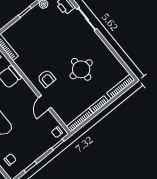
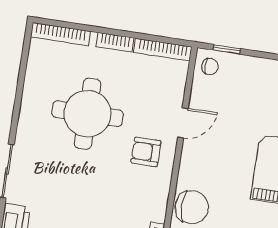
round table: (81, 69) -> (88, 114), width x1.36, depth x1.36
armchair: (46, 78) -> (146, 152), turned -90

